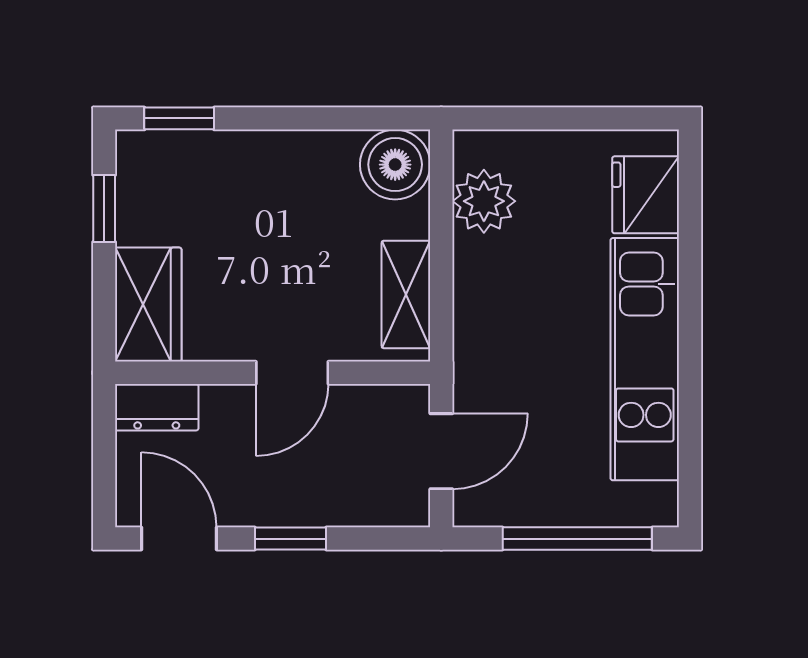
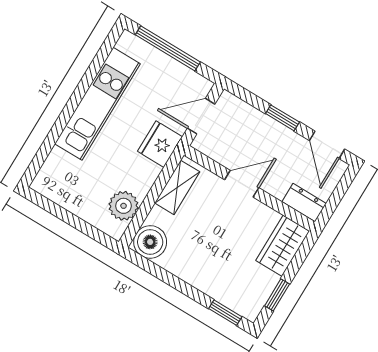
fridge: (646, 195) -> (160, 144), moved, turned 180

